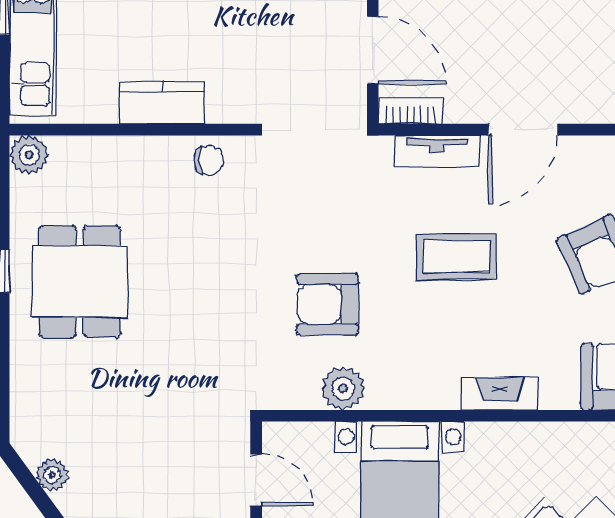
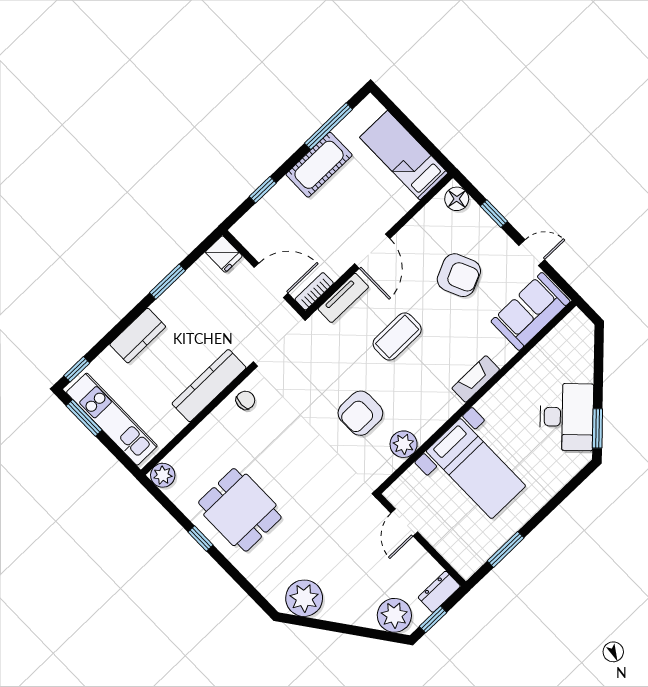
kitchen counter: (162, 103) -> (209, 386), width x1.50
plant: (52, 475) -> (304, 598), width x1.87, depth x1.87
door: (256, 480) -> (404, 522), swing flipped

